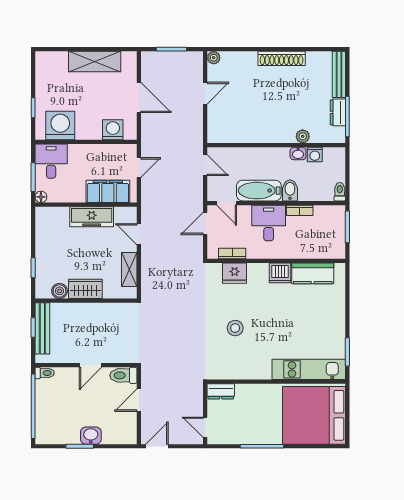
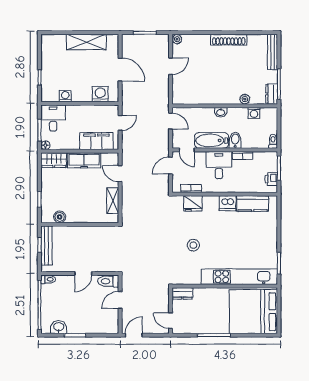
dresser: (338, 112) -> (272, 94), moved
washing machine: (60, 126) -> (65, 96), width x0.53, depth x0.53
washbasin: (298, 154) -> (221, 112), moved
printer: (338, 241) -> (271, 179), added
wardrobe: (85, 289) -> (54, 160), moved, turned 180
kitchen unit: (309, 369) -> (239, 277), width x1.36
washbasin: (91, 436) -> (59, 327), moved

